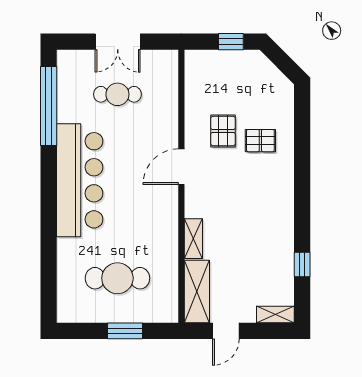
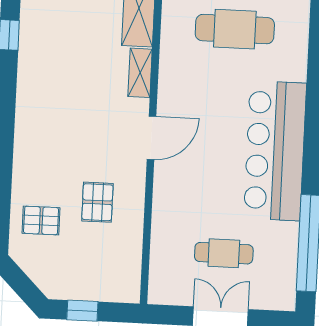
pallet: (260, 141) -> (41, 220), moved
door: (181, 167) -> (151, 138), moved

